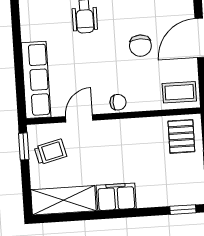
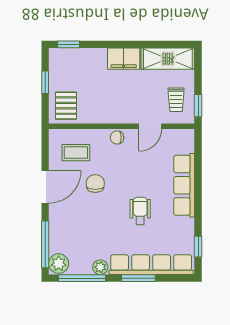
row of seats: (36, 80) -> (184, 185), moved
coffee table: (179, 92) -> (76, 153), moved
trolley: (50, 152) -> (176, 100), turned -76

